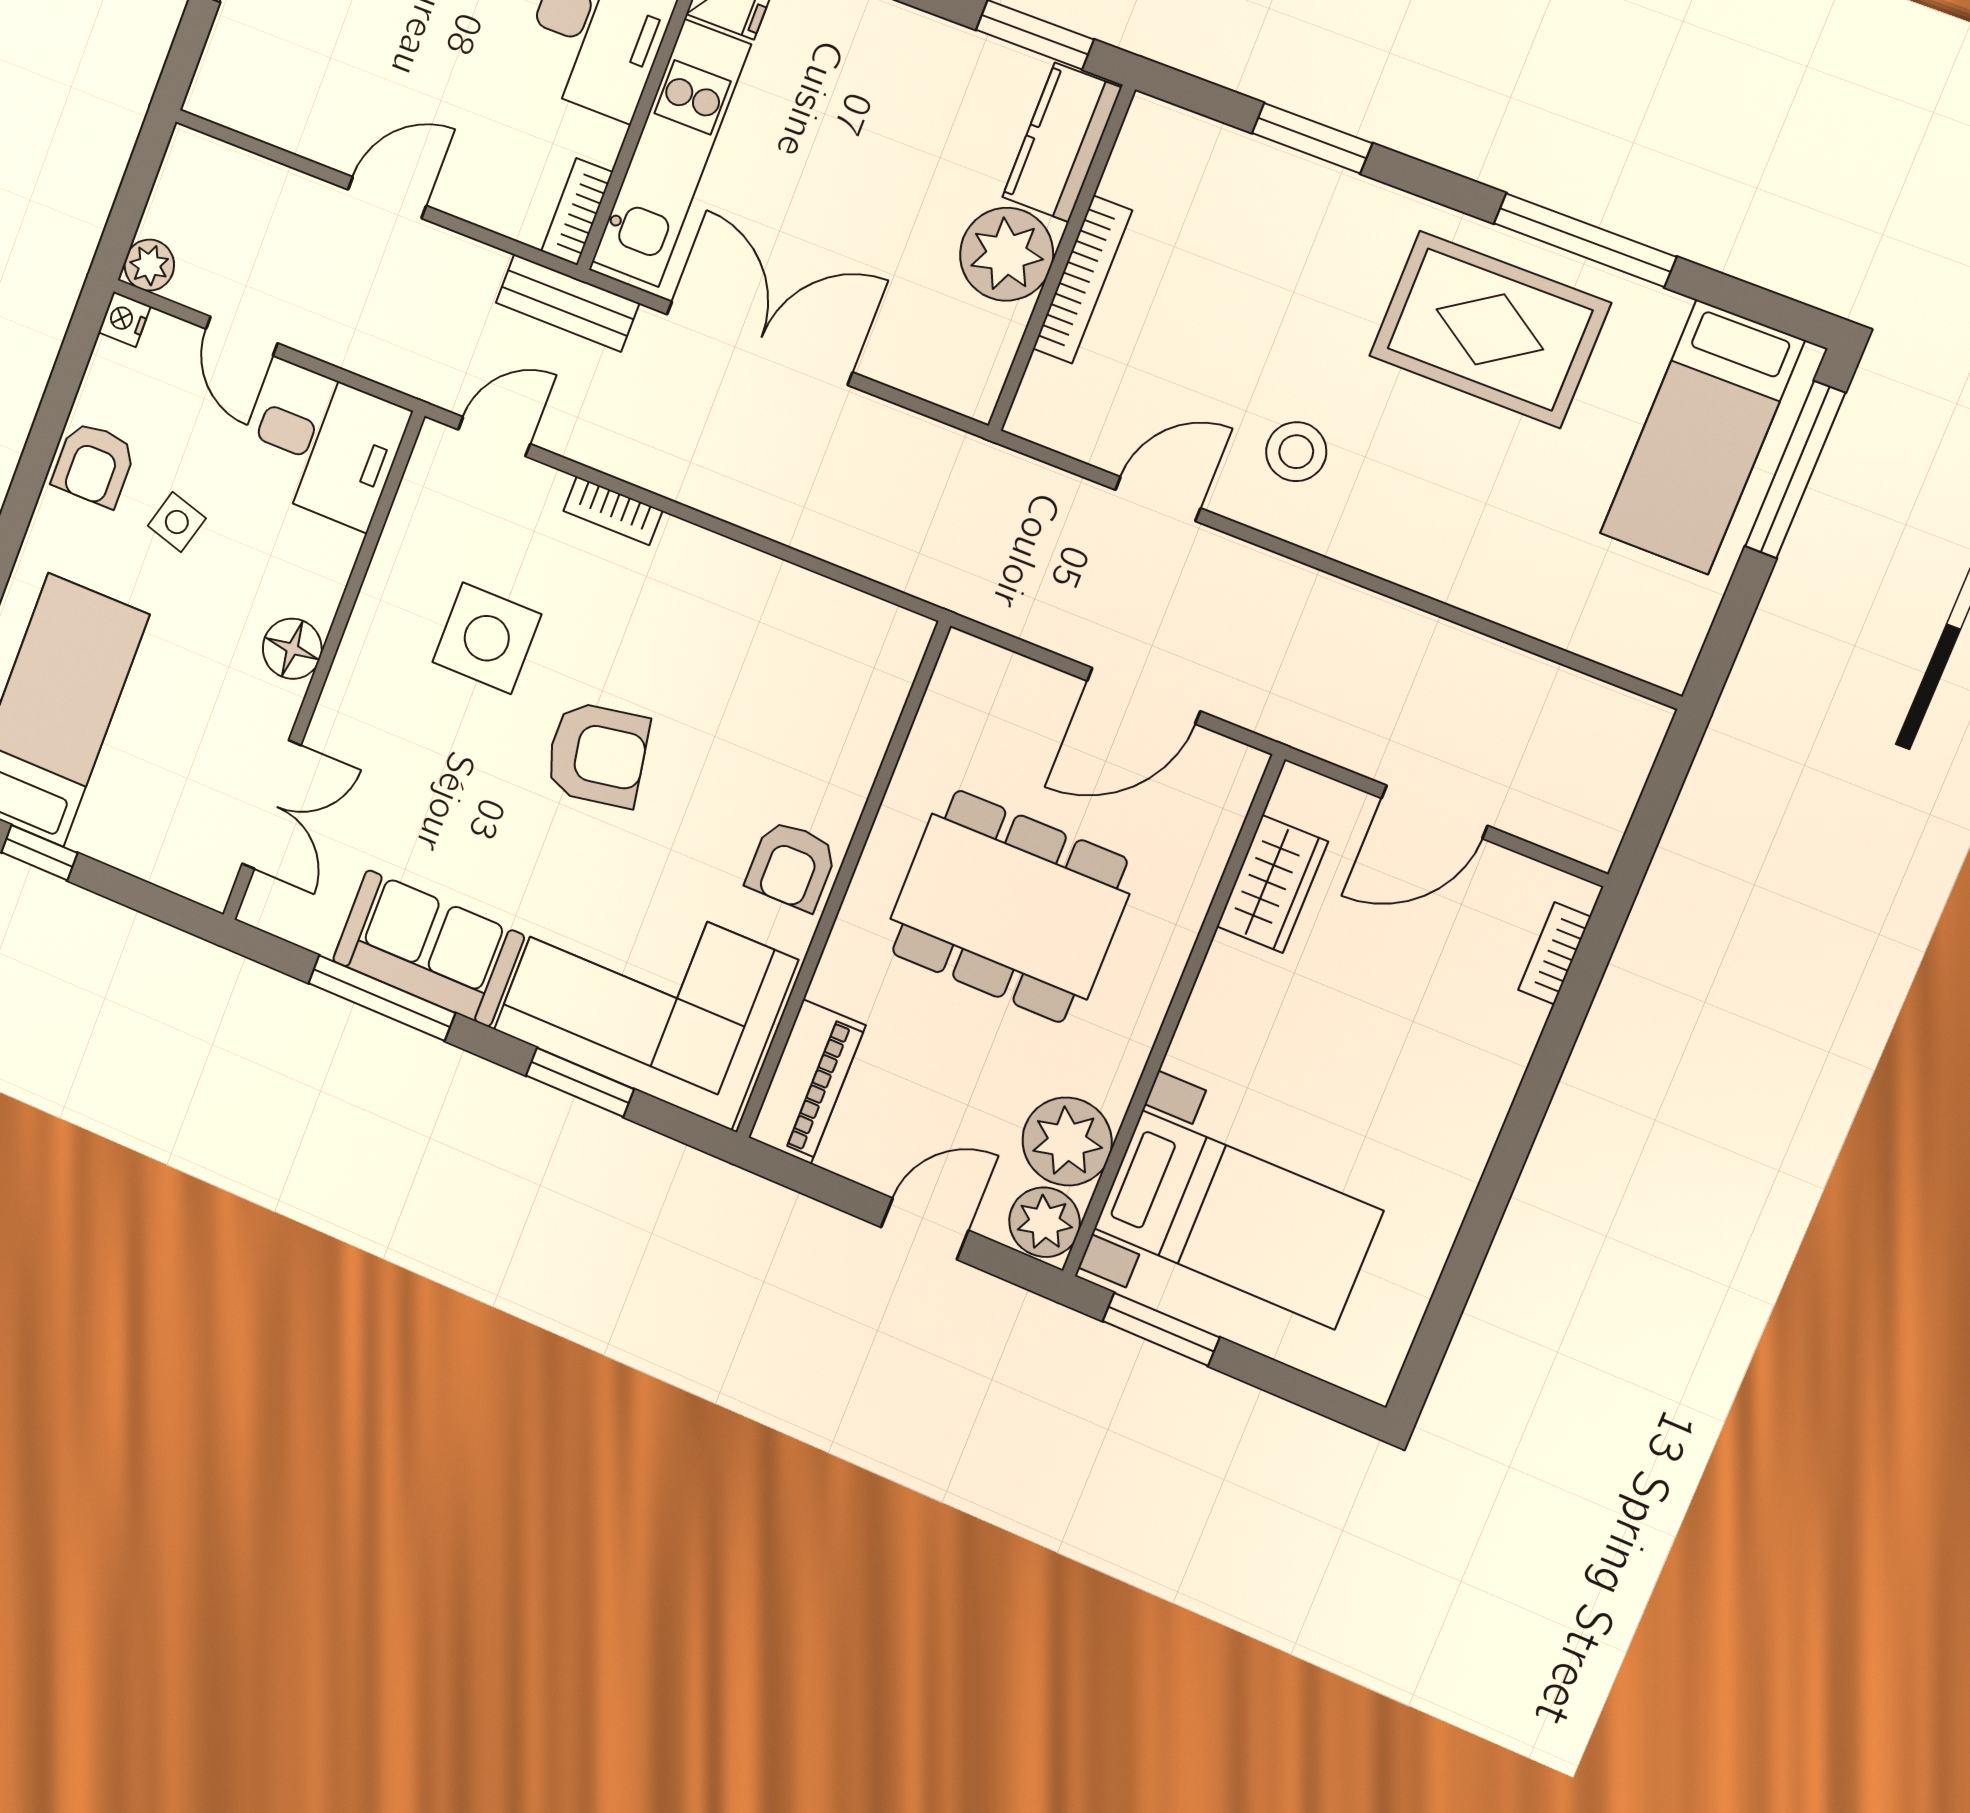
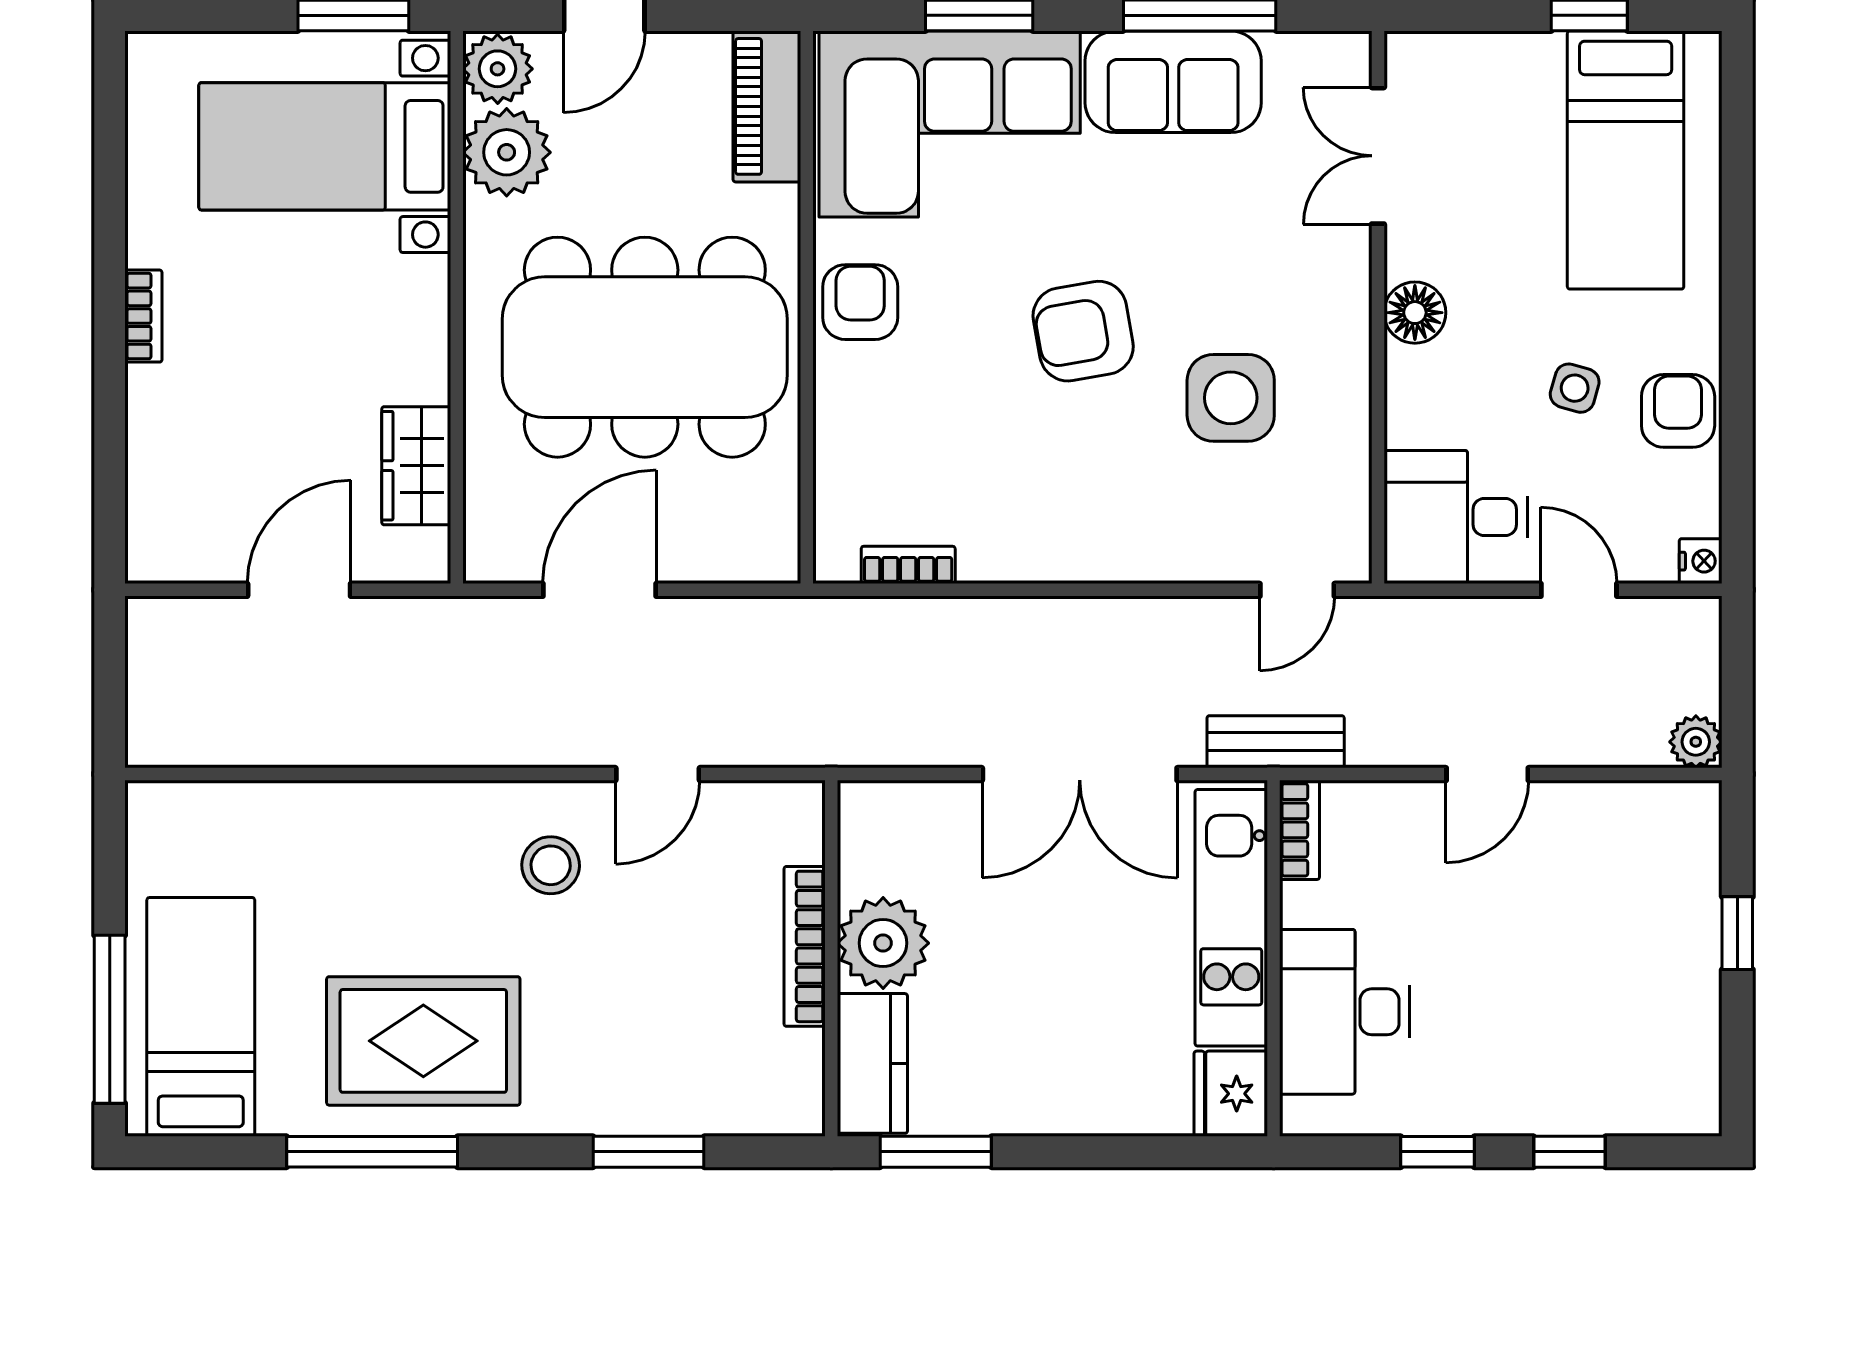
plant: (149, 265) -> (1696, 742), moved
bookcase: (613, 511) -> (908, 565), moved
dining table: (1009, 906) -> (645, 347), width x1.36, depth x1.24
bookcase: (1554, 953) -> (143, 316), moved

